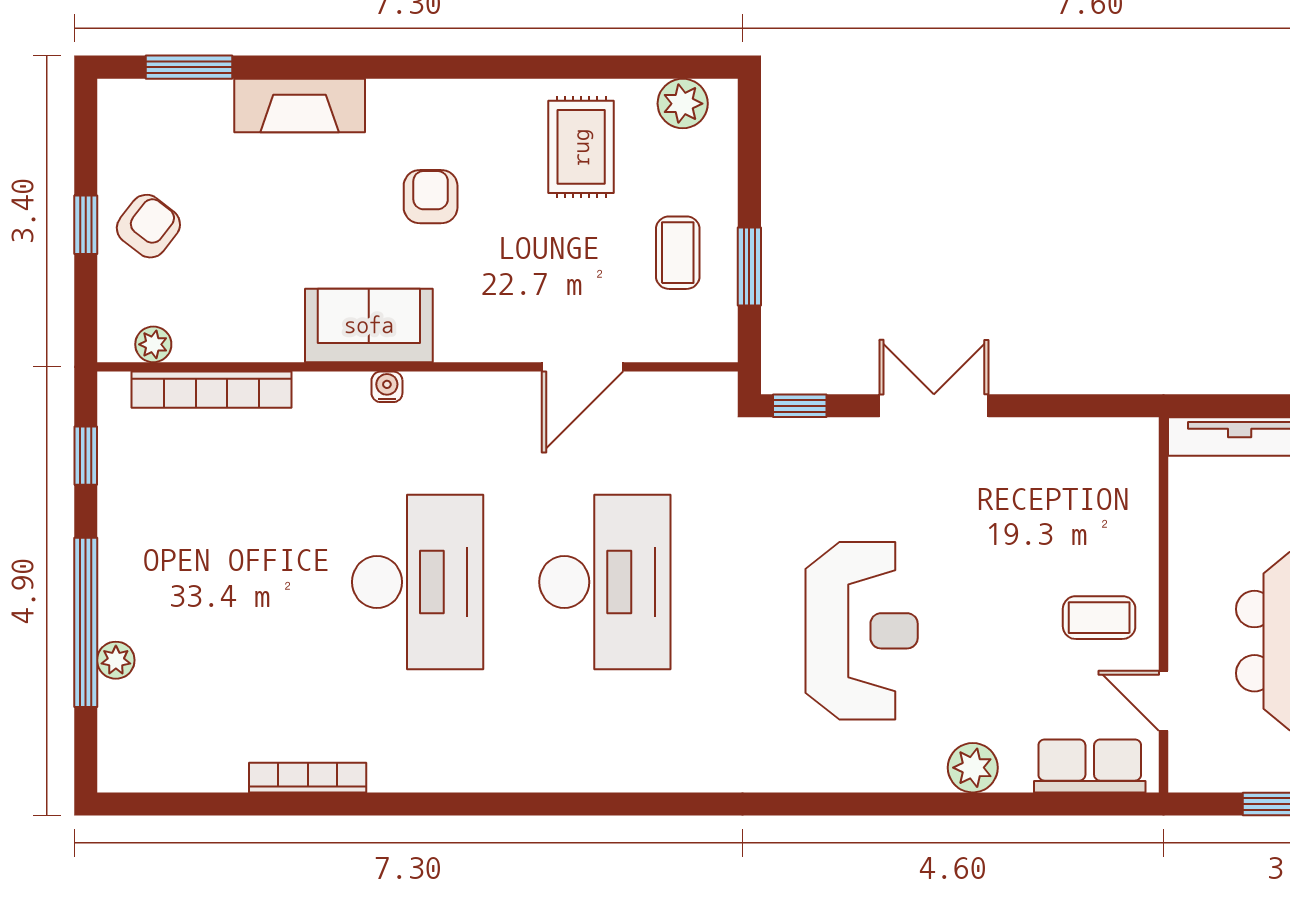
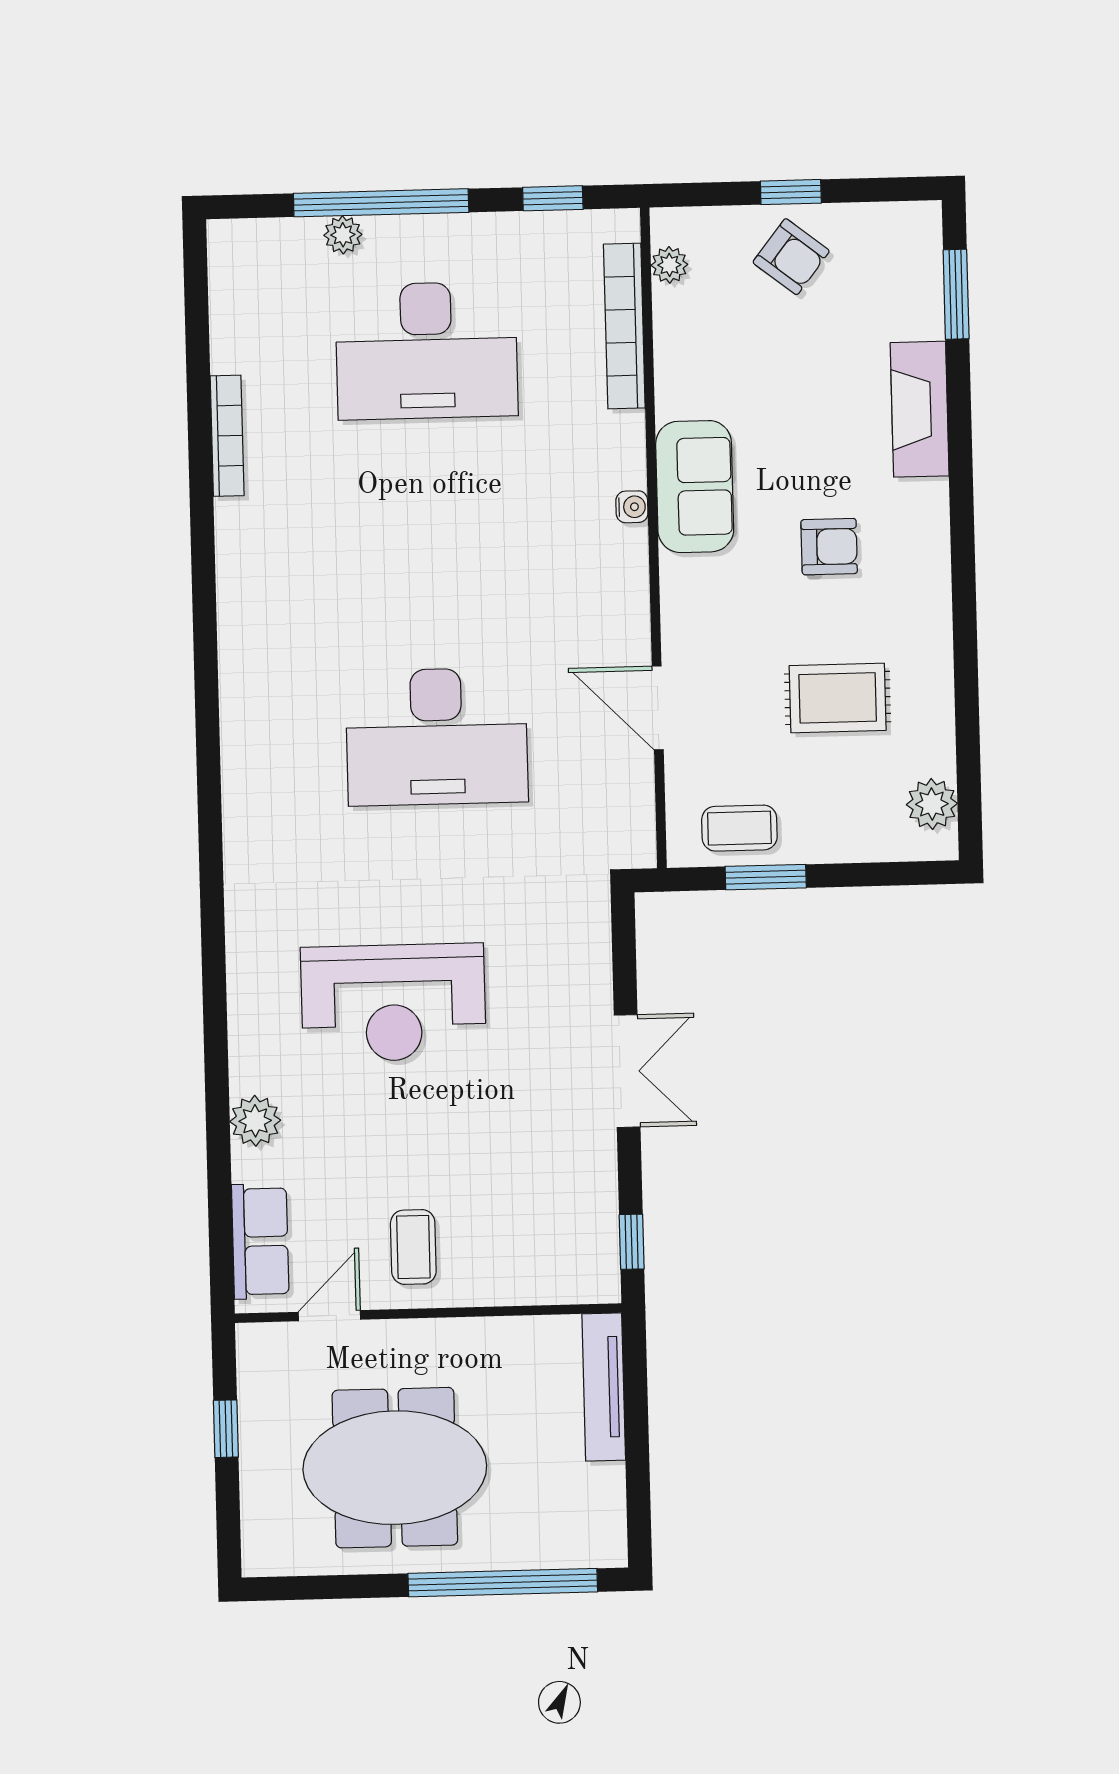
rug: (581, 147) -> (838, 698), moved
coffee table: (678, 253) -> (739, 828), moved
window: (800, 406) -> (632, 1242), moved
desk: (418, 582) -> (427, 351), moved

